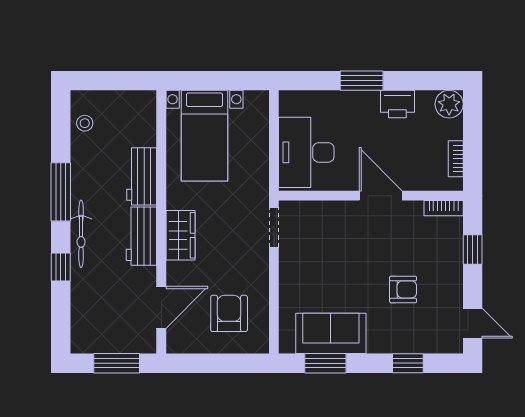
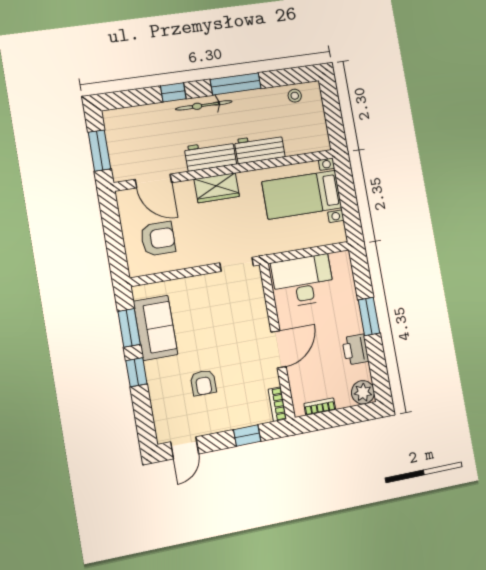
window: (408, 363) -> (136, 372), moved

